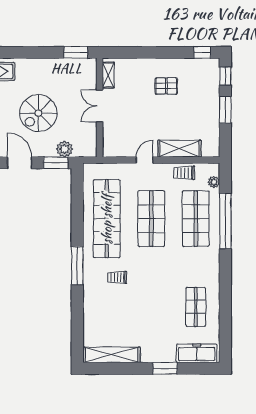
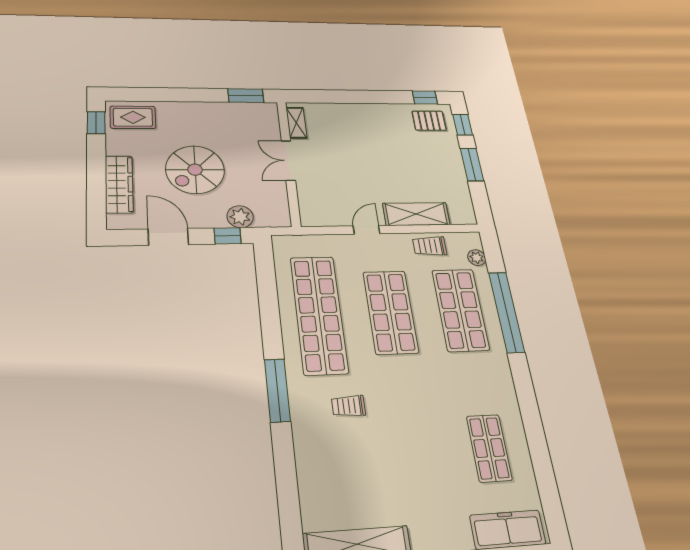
pallet: (166, 86) -> (429, 121), moved
window: (56, 163) -> (228, 236), width x0.67

